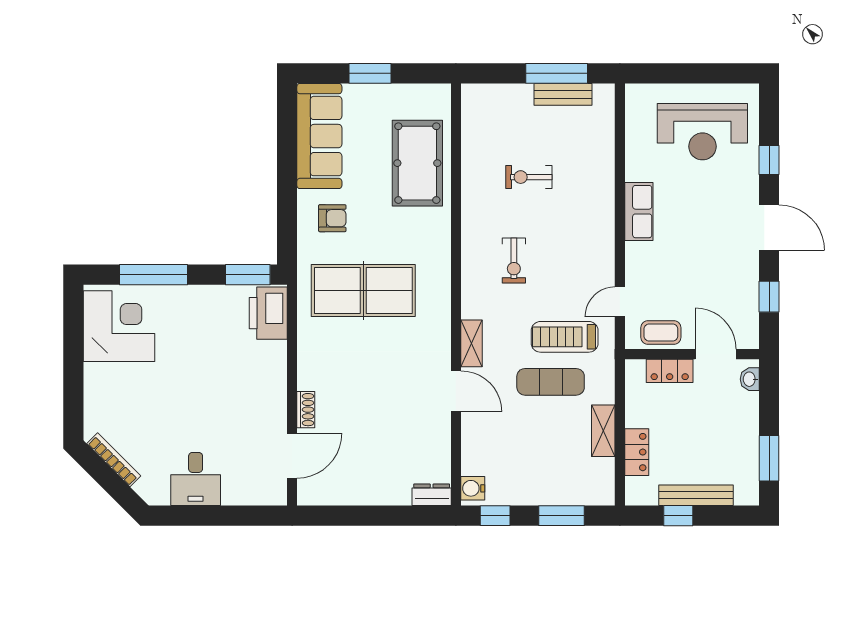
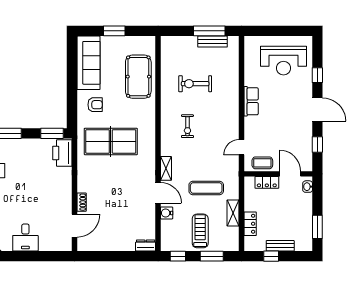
exercise bike: (529, 177) -> (195, 84), width x1.38, depth x1.39
treadmill: (565, 337) -> (200, 231), moved, turned 90
water cooler: (473, 488) -> (167, 213), moved
bench: (696, 495) -> (280, 246), width x0.73

